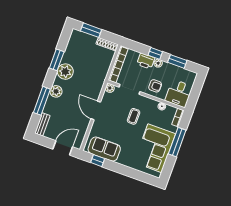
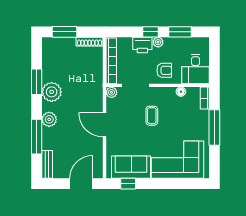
corner sofa: (155, 148) -> (178, 160), moved, turned 90

